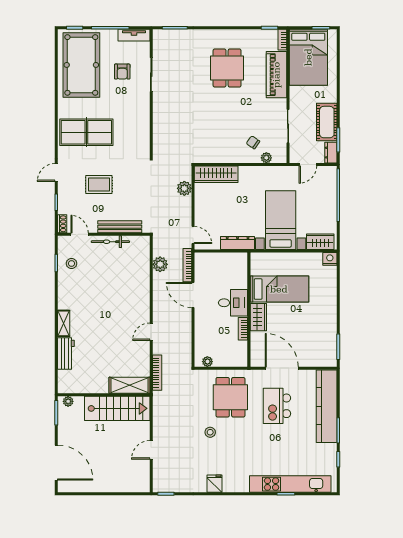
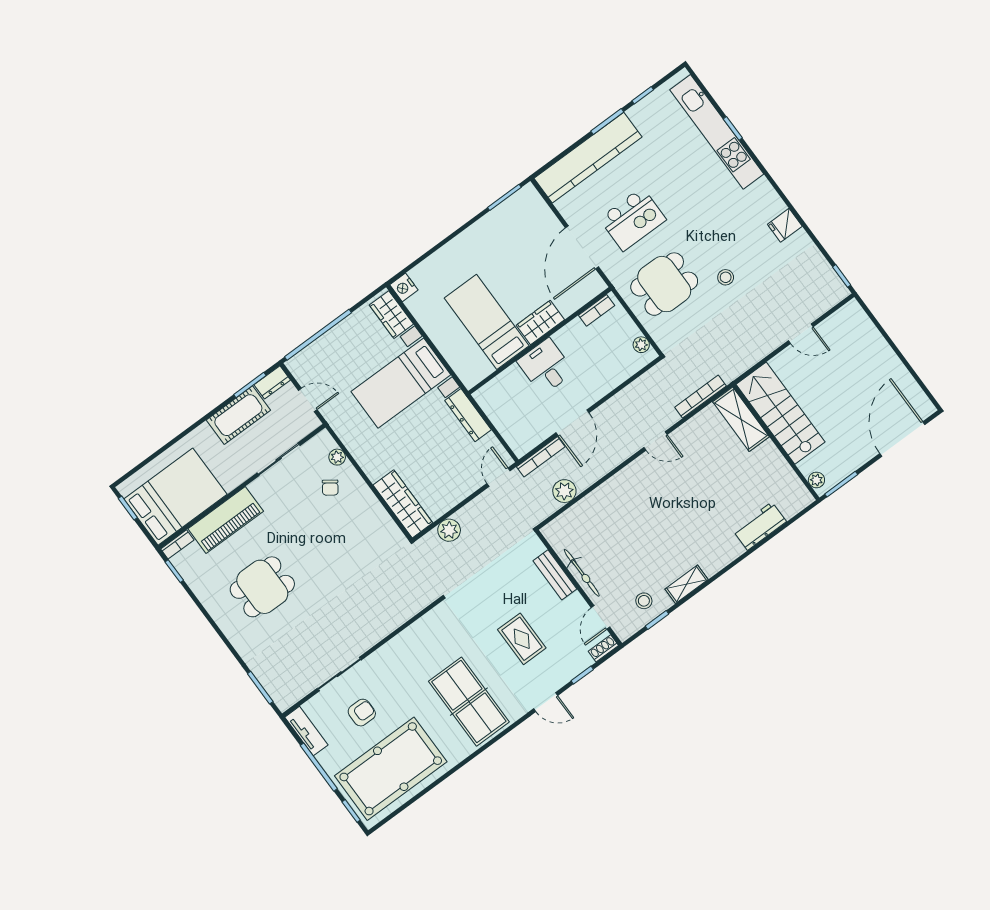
bench: (120, 227) -> (555, 575), width x0.73
shelving: (64, 323) -> (687, 584), moved
bookcase: (243, 329) -> (597, 310), moved

